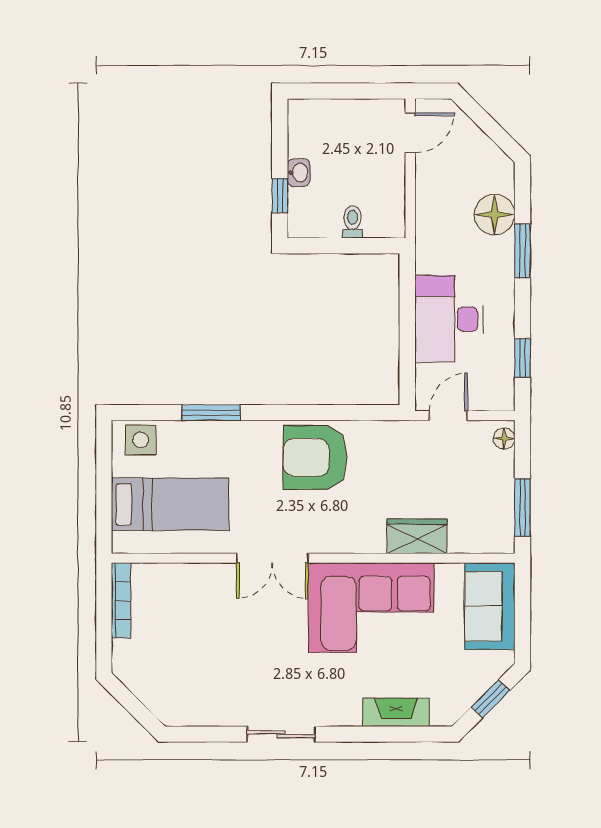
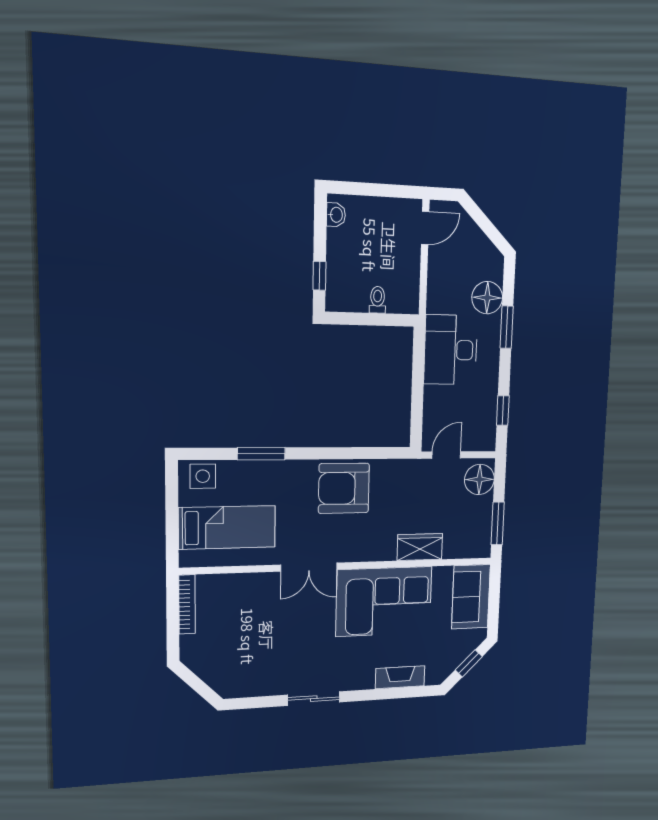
washbasin: (299, 173) -> (336, 215), moved
desk: (449, 319) -> (451, 350), moved
floor lamp: (504, 439) -> (479, 479), width x1.89, depth x1.89

